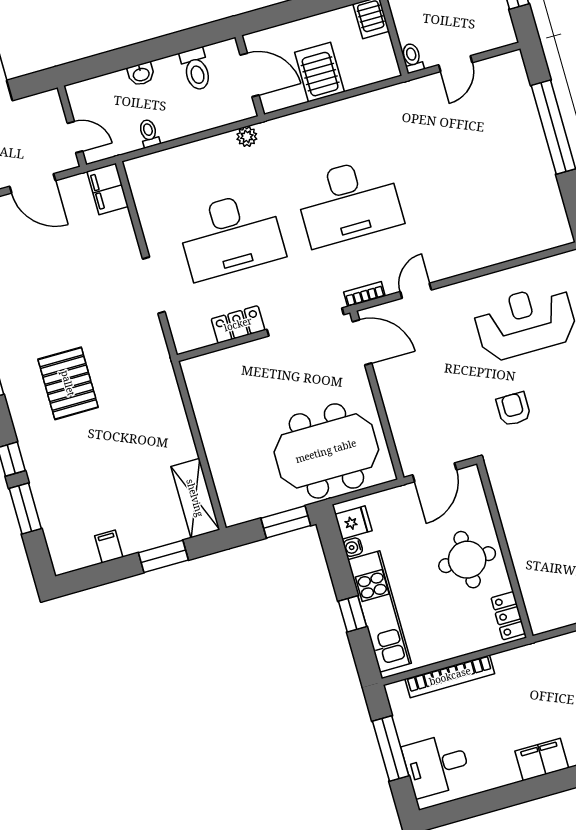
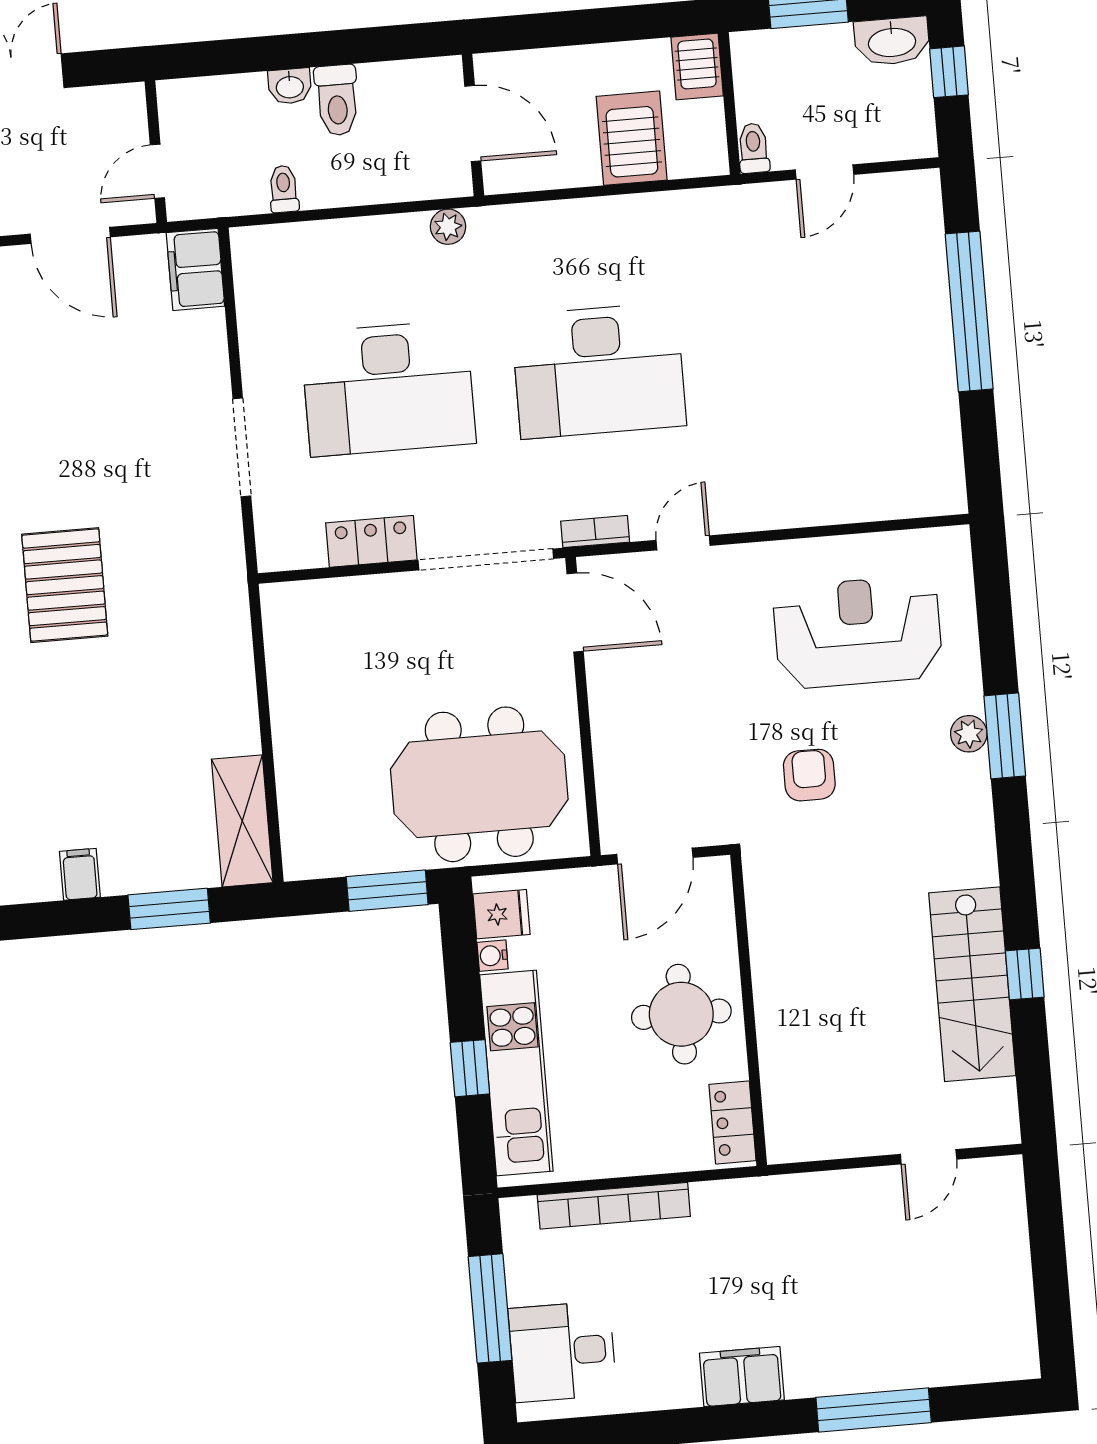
toilet: (196, 69) -> (337, 100), moved
server rack: (319, 72) -> (632, 138), moved
door: (75, 137) -> (157, 171), swing flipped

